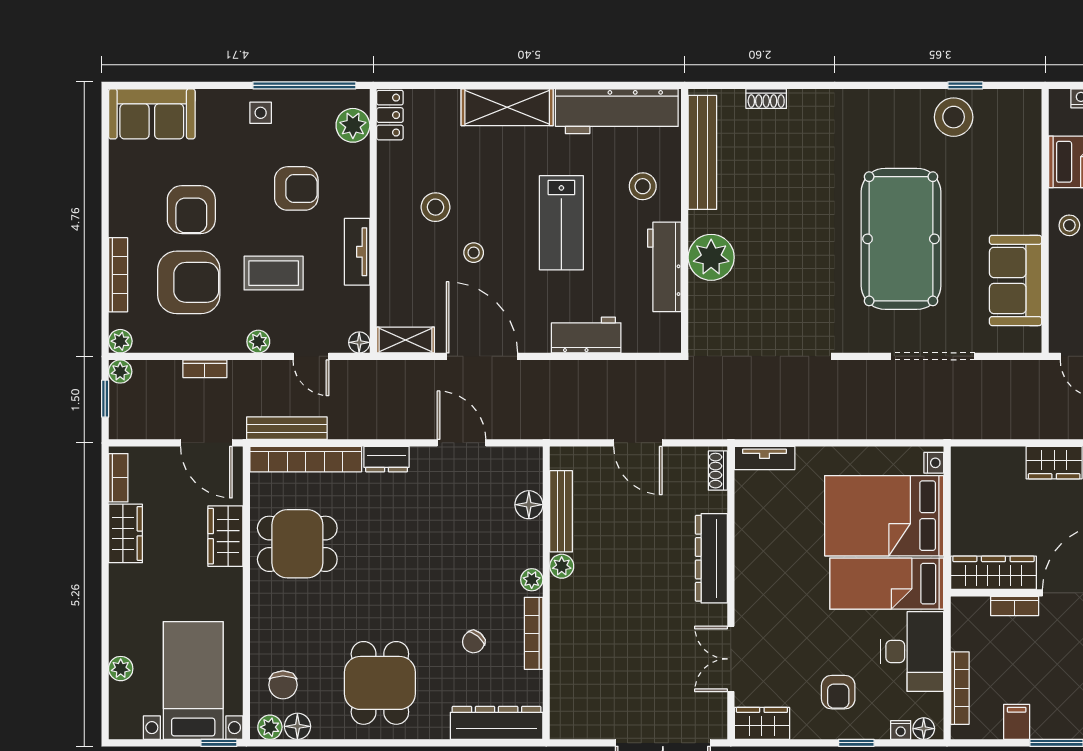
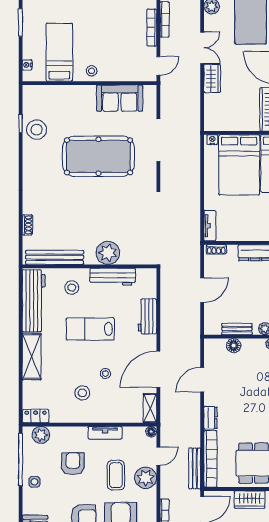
lab bench: (561, 223) -> (90, 329), turned 180
plant: (258, 342) -> (146, 478), width x1.88, depth x1.88
bench: (561, 511) -> (237, 329), width x0.73

